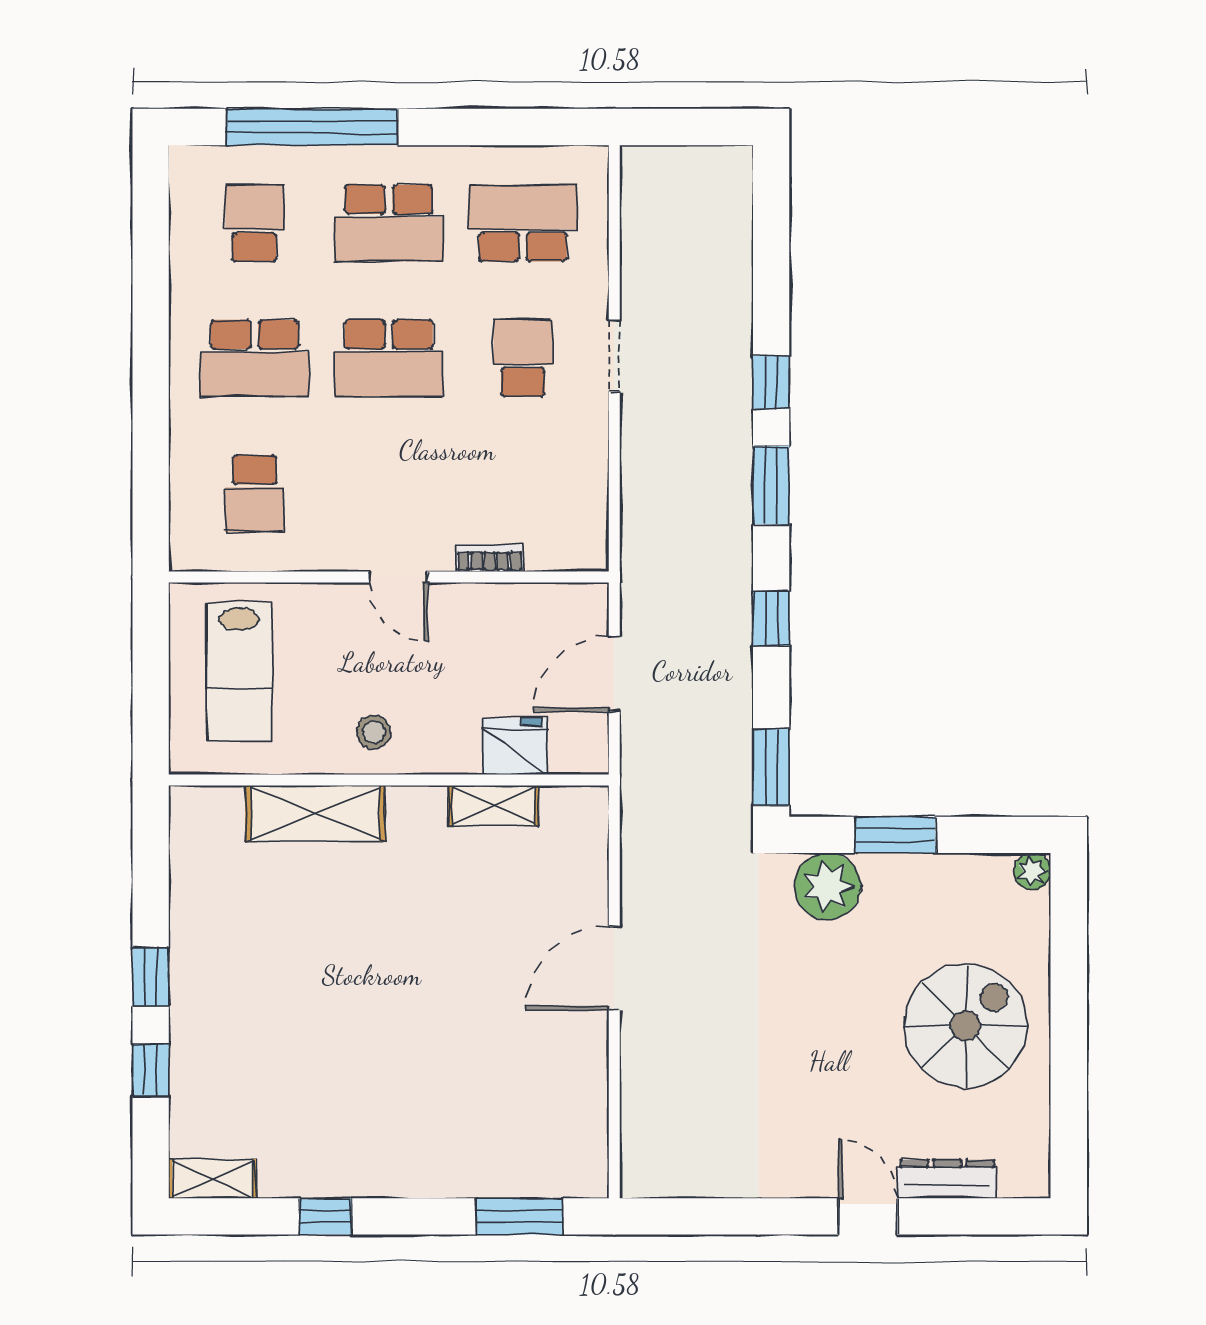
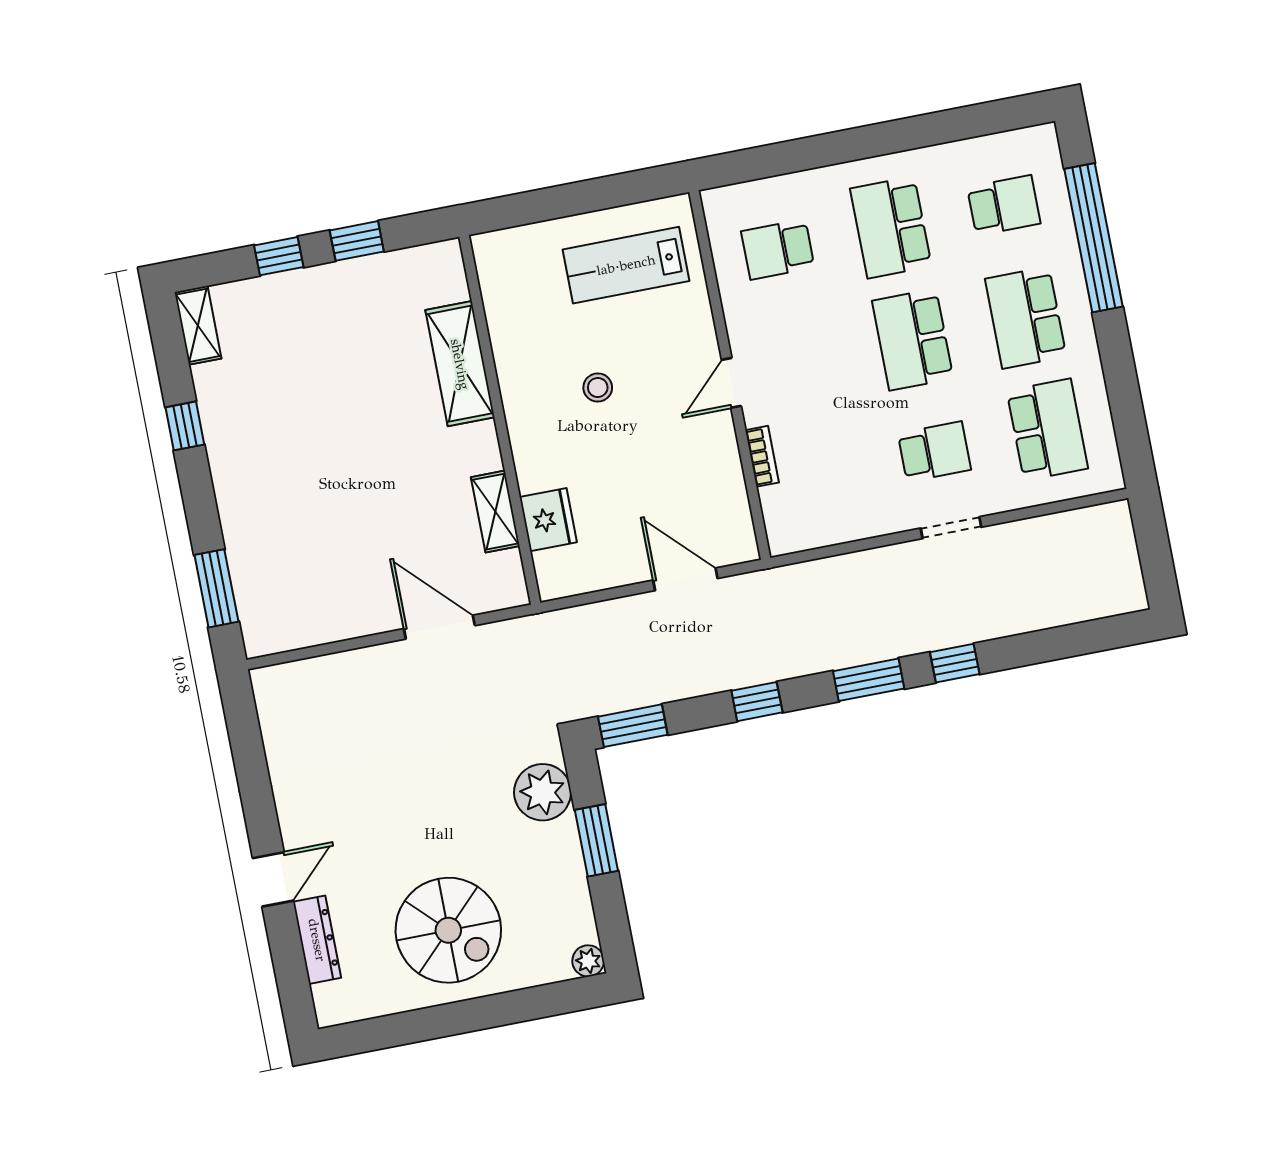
fridge: (515, 746) -> (548, 520), moved
wall: (389, 780) -> (500, 420), moved
shelving: (494, 806) -> (495, 512), moved
shelving: (315, 813) -> (460, 364), moved

